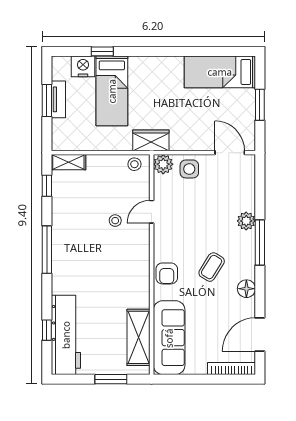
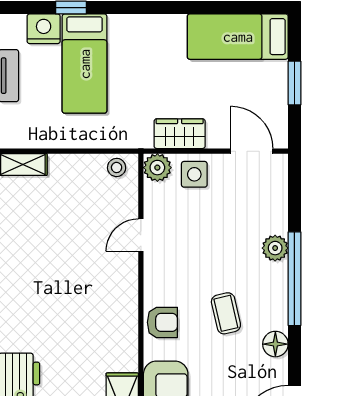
wardrobe: (151, 140) -> (180, 134), moved
stool: (115, 221) -> (89, 247), removed
window: (260, 243) -> (294, 279), width x1.46
coffee table: (212, 267) -> (226, 313), turned -45
armchair: (167, 273) -> (162, 322), turned -90

